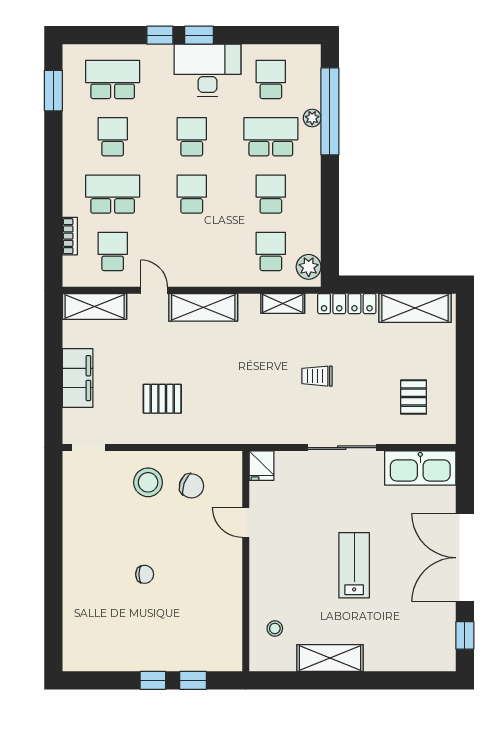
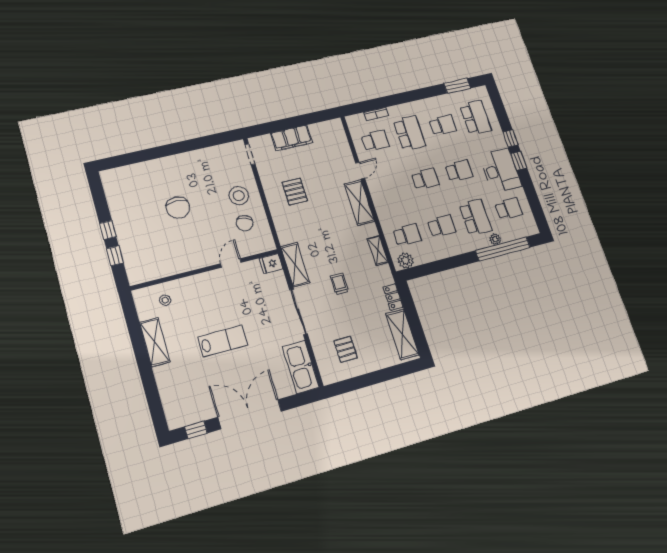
locker: (347, 304) -> (393, 297), width x0.66
shelving: (95, 306) -> (295, 265), moved
pallet: (414, 397) -> (346, 349), turned 90
chair: (145, 574) -> (178, 208), width x1.87, depth x1.87

